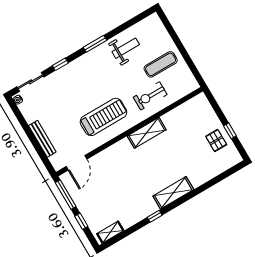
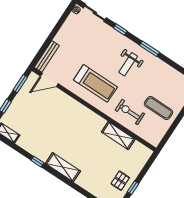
weight bench: (126, 48) -> (128, 64), moved, turned 90
shelving: (147, 133) -> (118, 136), moved
bench: (42, 139) -> (47, 56), moved
window: (66, 195) -> (20, 84), width x0.69

